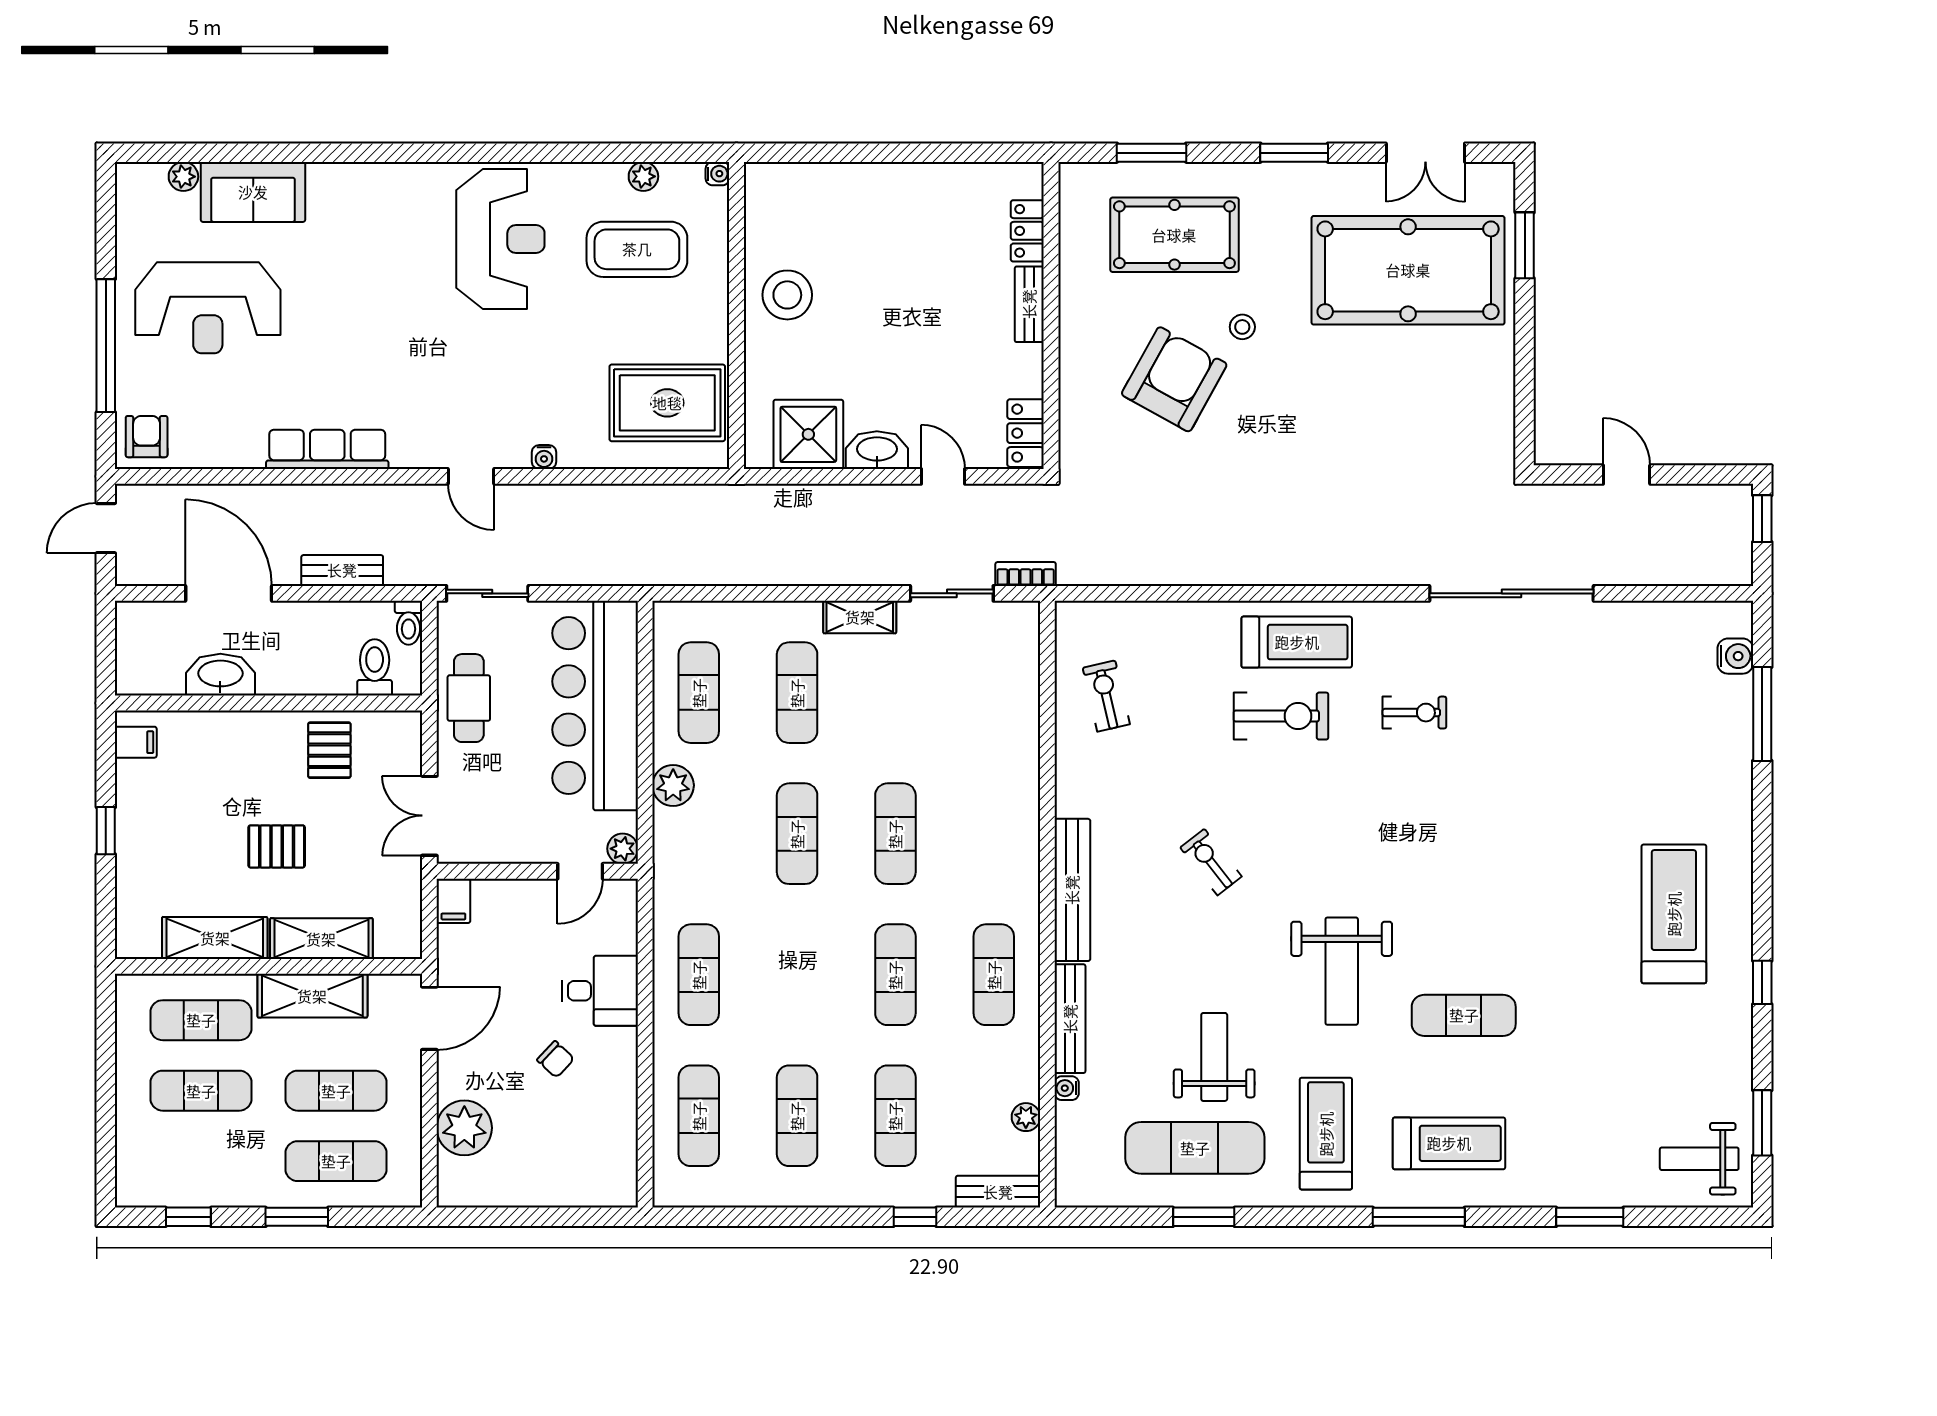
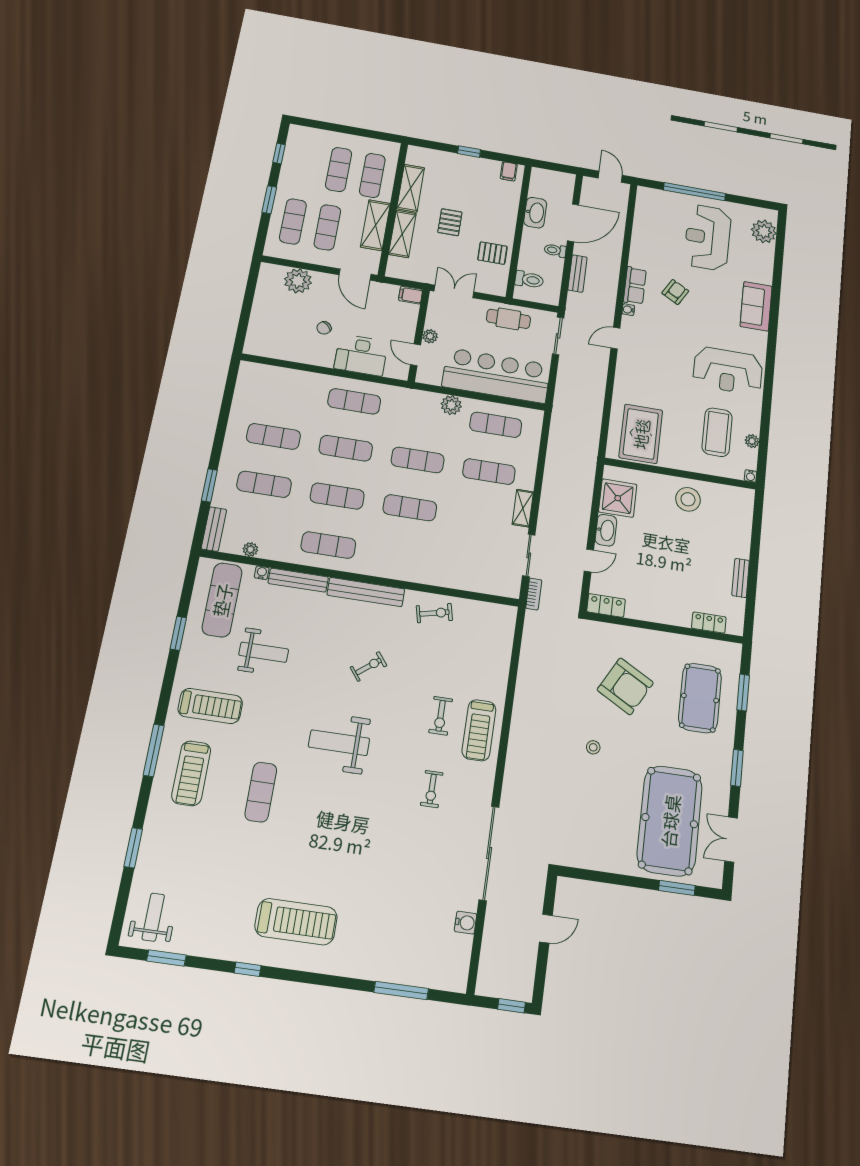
plant: (183, 177) -> (764, 231), width x1.88, depth x1.88
sofa: (253, 192) -> (756, 306), moved
bench: (1029, 304) -> (741, 578), moved, turned 90
stool: (1242, 327) -> (593, 747), moved
armchair: (147, 437) -> (675, 292), moved, turned -61
row of seats: (327, 449) -> (635, 286), width x0.68
water cooler: (544, 457) -> (628, 310), moved
toilet: (408, 623) -> (555, 250), moved
water cooler: (1735, 656) -> (466, 923), moved, turned -90
exercise bike: (1106, 696) -> (434, 613), moved
exercise bike: (1281, 716) -> (441, 716), width x0.73, depth x0.72
plant: (623, 849) -> (430, 336), moved
weight bench: (1342, 971) -> (339, 743), moved
desk: (600, 991) -> (361, 355), width x1.37
exercise mat: (699, 1116) -> (346, 448), moved
exercise mat: (1195, 1148) -> (222, 600), moved
window: (915, 1217) -> (209, 485), width x1.50

